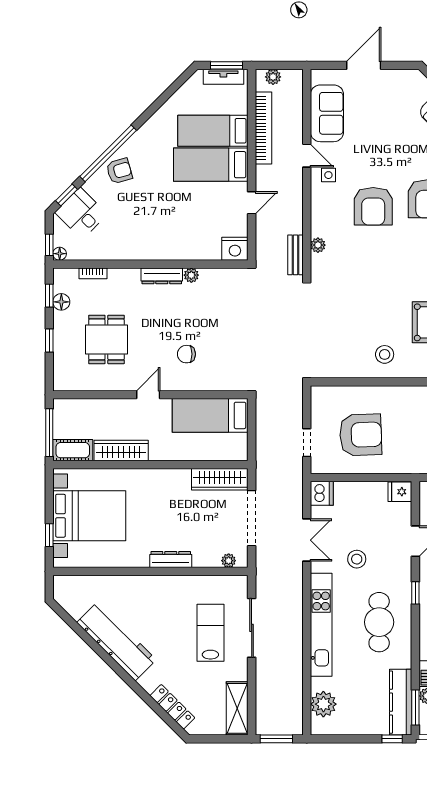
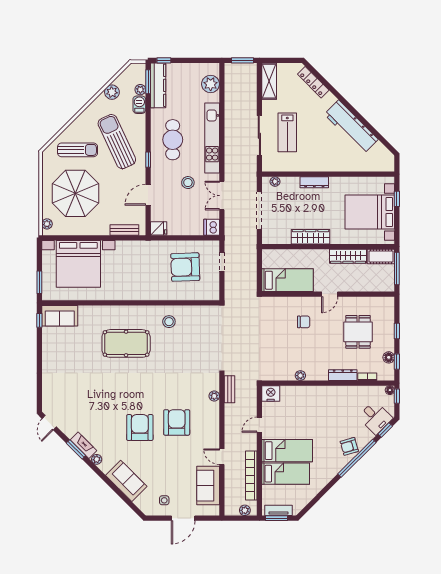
side table: (328, 175) -> (164, 500), moved
dresser: (162, 276) -> (343, 375), moved
wardrobe: (220, 479) -> (311, 237), moved

